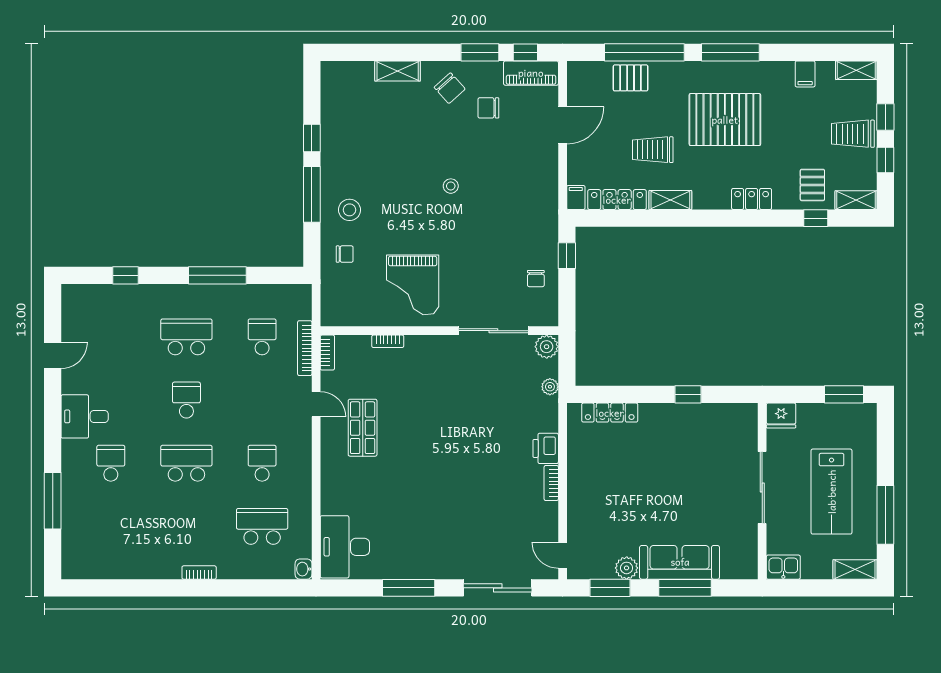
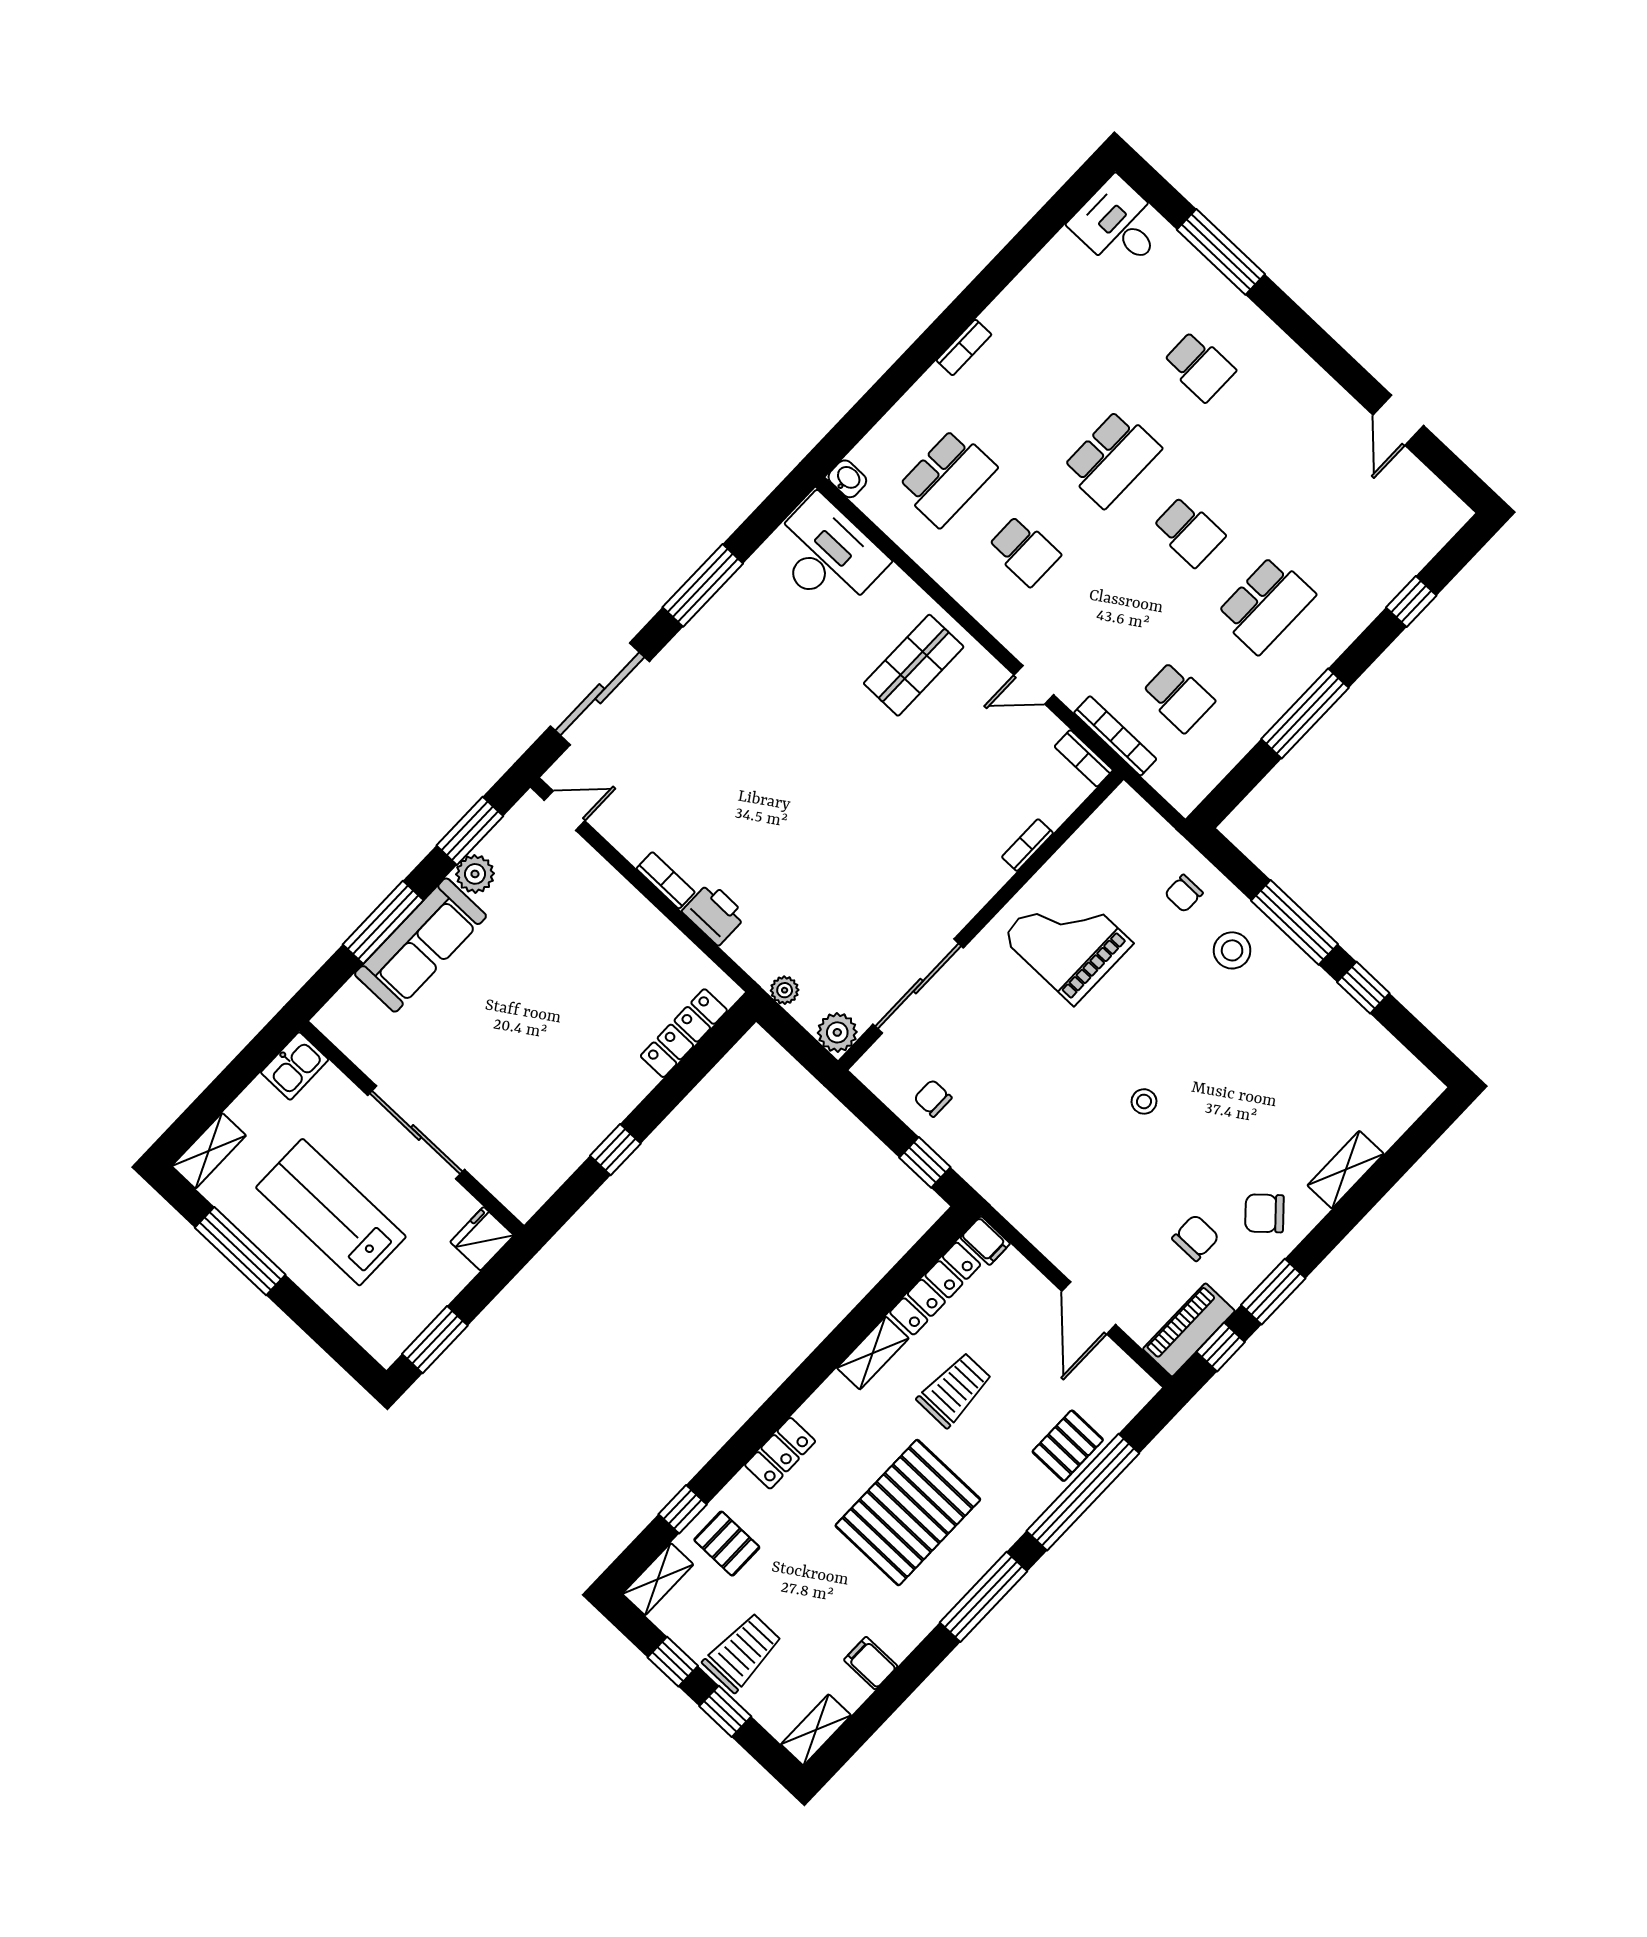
desk: (85, 416) -> (1119, 225), moved, turned -90
shop shelf: (363, 428) -> (914, 665), moved, turned 90

